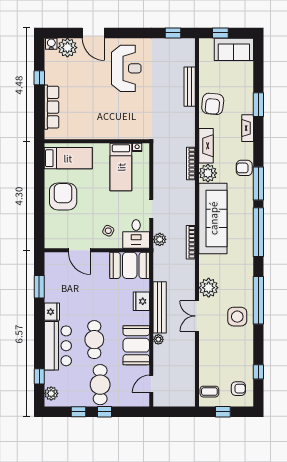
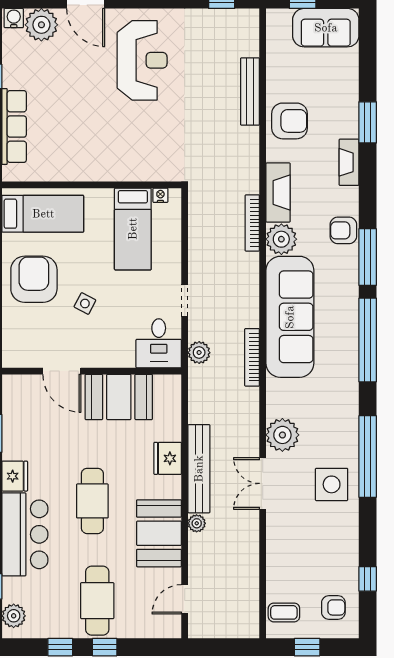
armchair: (213, 104) -> (290, 121), turned -96
side table: (108, 231) -> (85, 304), moved
booth: (130, 265) -> (119, 397), moved
cafe table: (94, 340) -> (92, 501), moved

